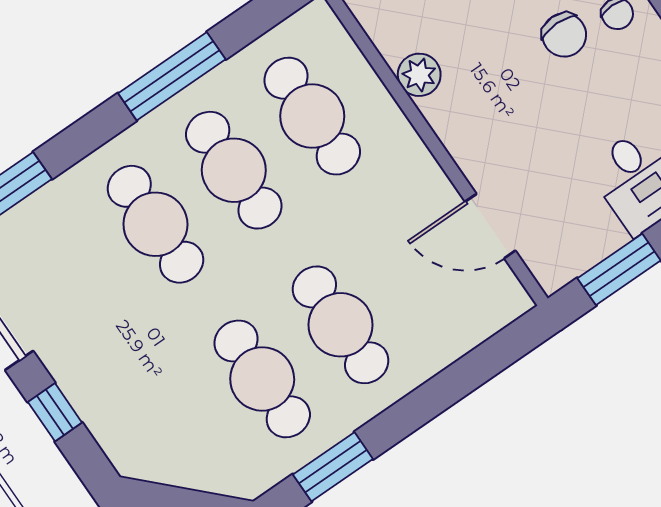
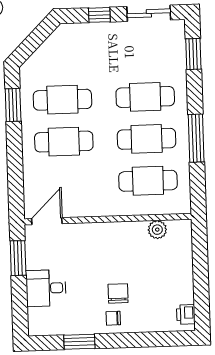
chair: (564, 35) -> (118, 293), turned 90
plant: (419, 75) -> (157, 230), moved
door: (490, 226) -> (47, 221), moved

